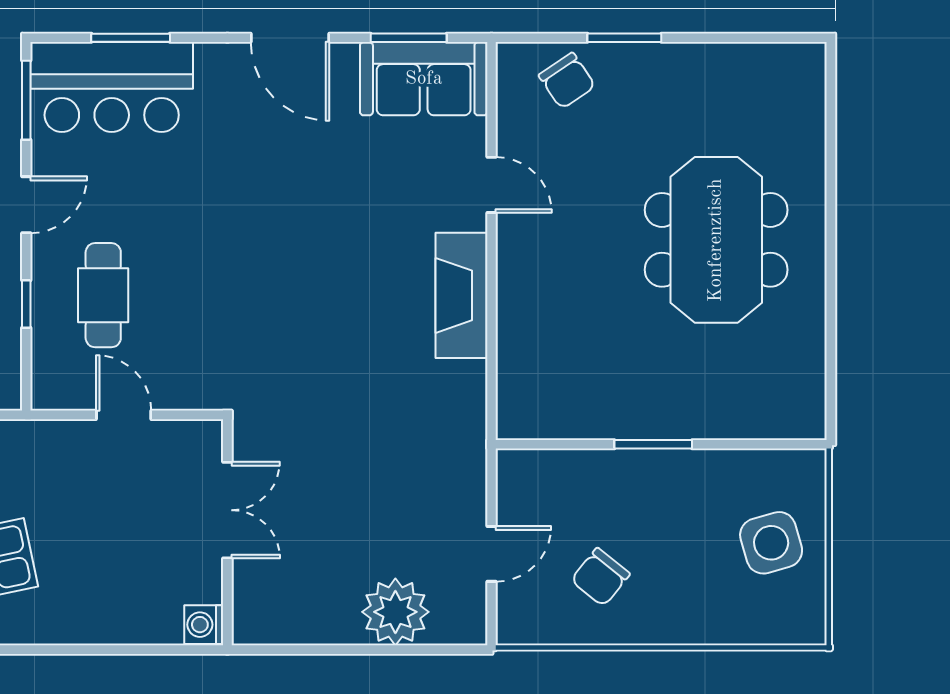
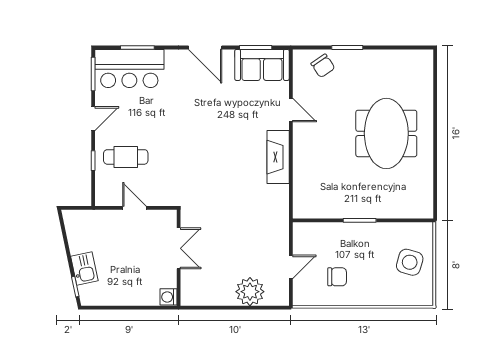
cafe table: (103, 295) -> (126, 157), turned 90
side table: (771, 543) -> (410, 262), turned 32
chair: (600, 577) -> (337, 277), turned -129

